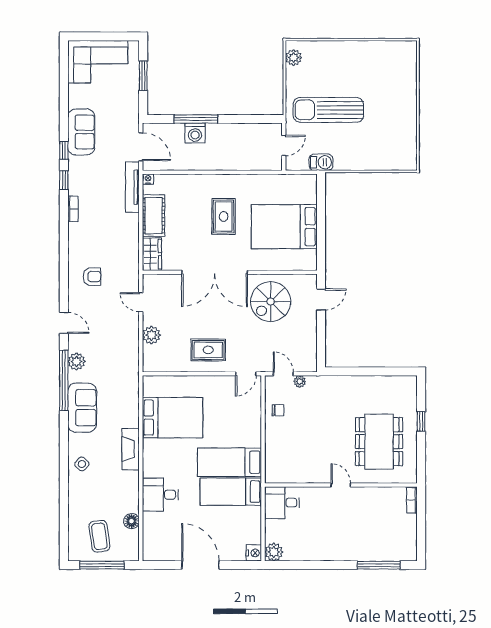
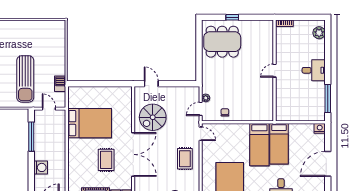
window: (196, 119) -> (31, 137), moved
rug: (224, 216) -> (106, 160), moved, turned 90
bed: (284, 227) -> (90, 123), moved, turned -90
spiral stairs: (271, 302) -> (153, 117), turned 90
dining table: (379, 442) -> (222, 42), moved
desk: (282, 503) -> (314, 70), moved, turned -90
plant: (274, 552) -> (319, 33), moved
window: (379, 565) -> (328, 98), moved

